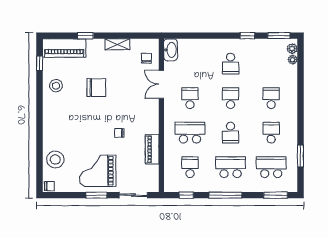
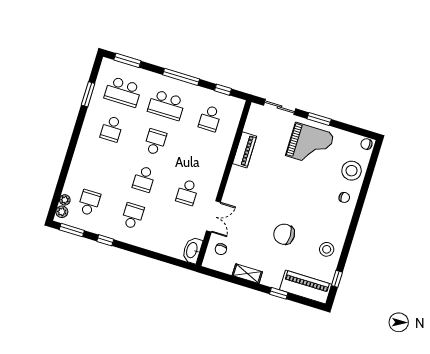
school desk: (271, 98) -> (89, 203), moved, turned 180
chair: (119, 133) -> (344, 197), moved
school desk: (190, 133) -> (199, 155), removed

